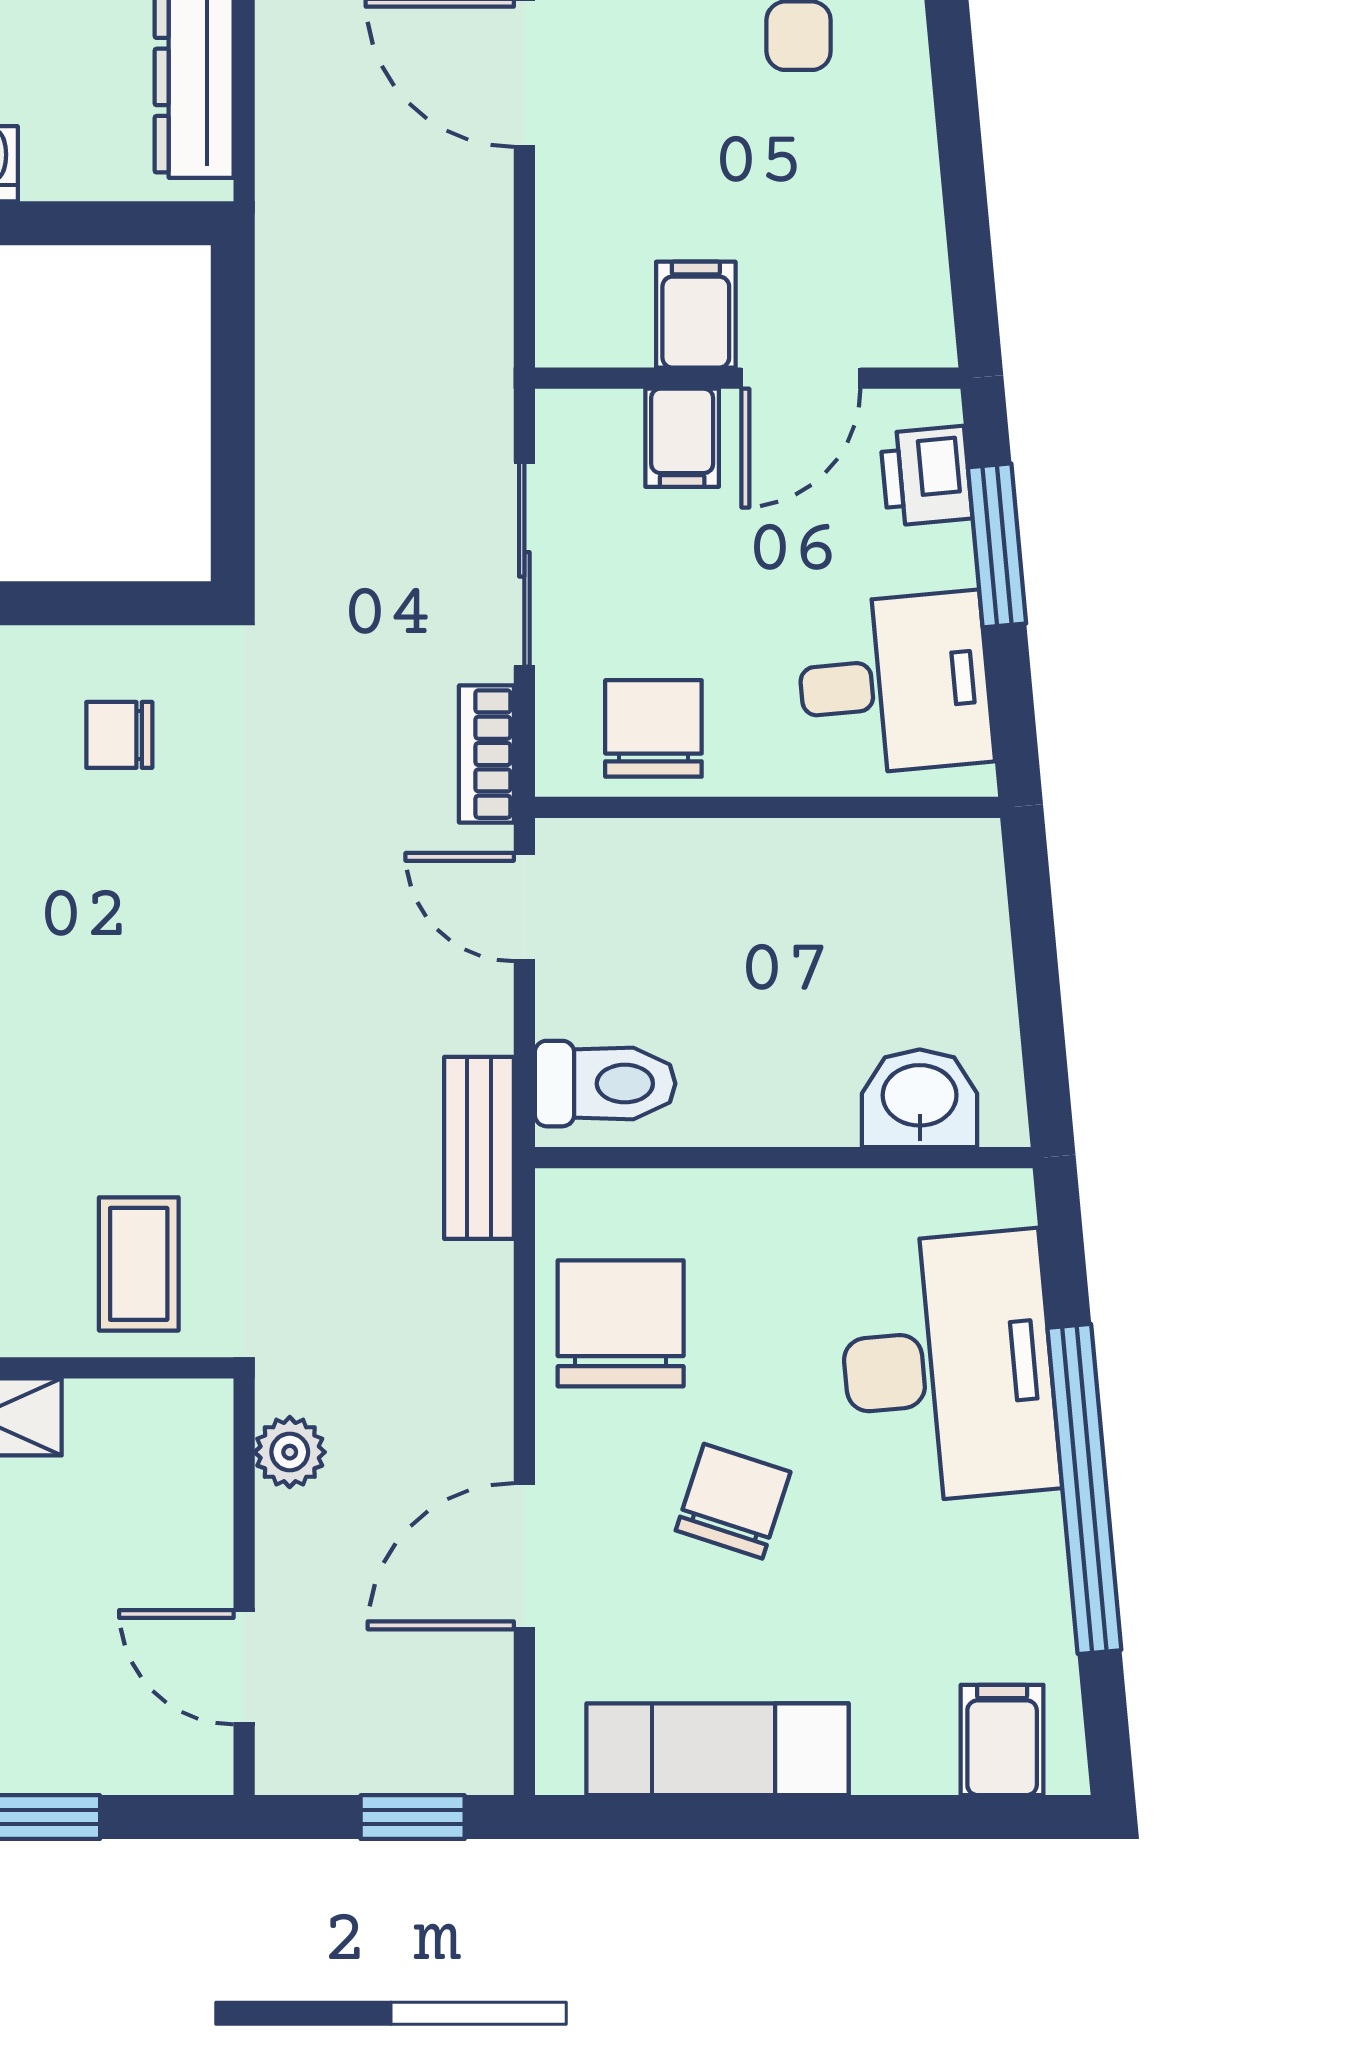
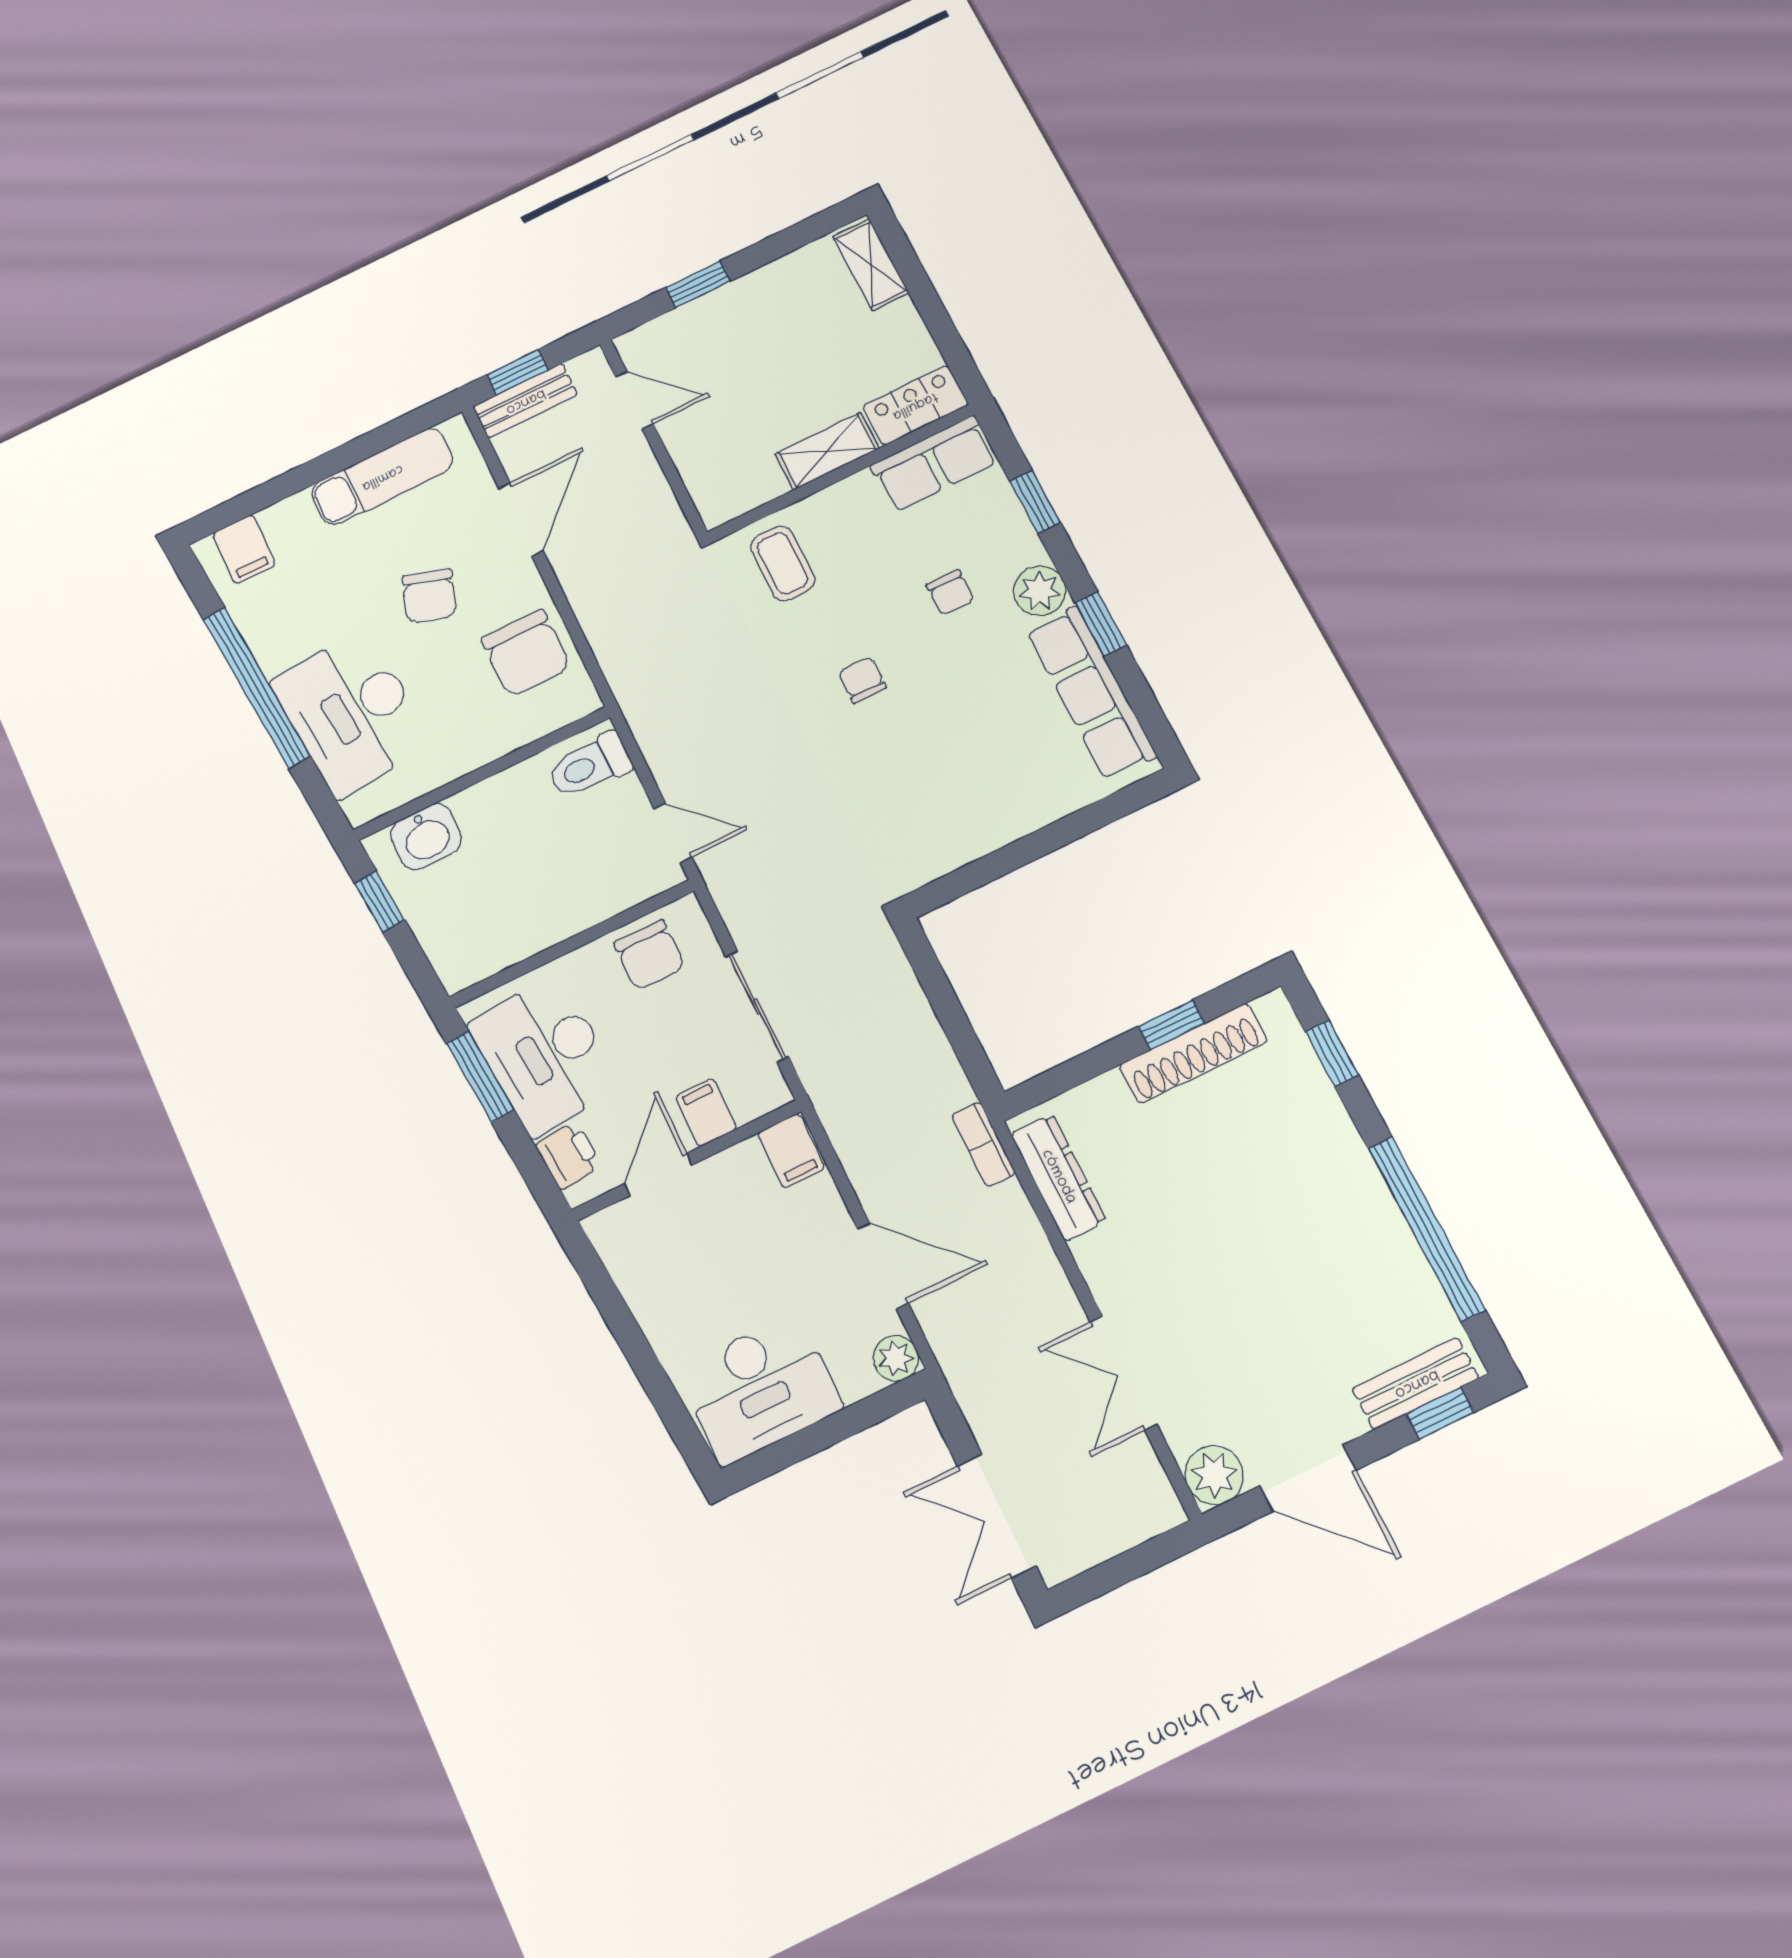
filing cabinet: (696, 315) -> (791, 1151), moved
window: (997, 545) -> (480, 1077), moved
desk: (894, 684) -> (544, 1055), width x1.37
chair: (119, 735) -> (862, 680), moved, turned -90
bookcase: (486, 754) -> (983, 1144), moved, turned 180
window: (1042, 1029) -> (380, 902), added
bench: (479, 1148) -> (525, 401), moved, turned 90
plant: (290, 1452) -> (662, 511), removed

